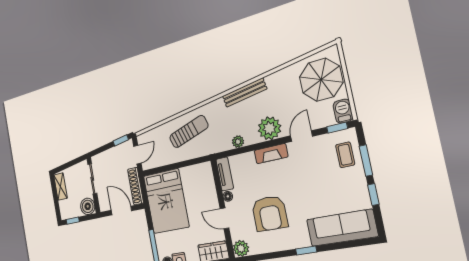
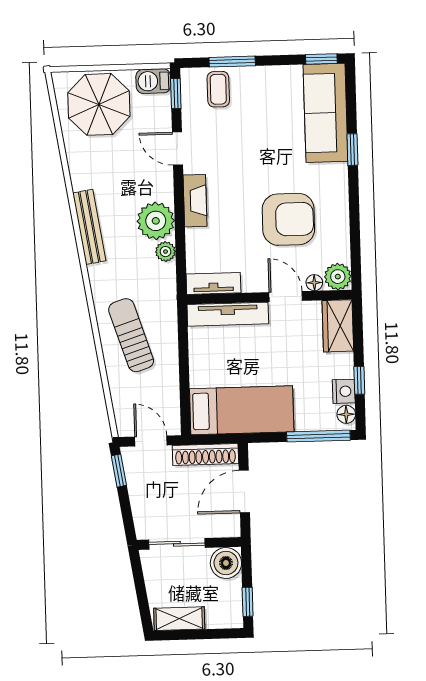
plant: (269, 128) -> (156, 221), moved
coffee table: (345, 155) -> (218, 89), turned 90
tv unit: (209, 186) -> (228, 314), added
window: (373, 195) -> (321, 59), moved
floor lamp: (228, 196) -> (314, 283), moved
bed: (166, 201) -> (242, 410), width x0.67
door: (224, 218) -> (286, 297), swing flipped
window: (306, 251) -> (352, 150), moved

